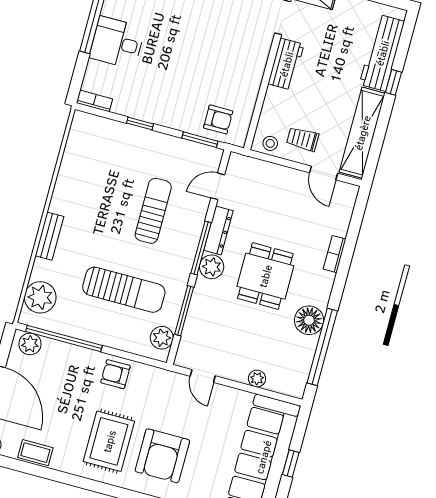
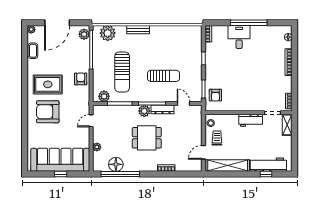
window: (394, 82) -> (266, 174), moved
floor lamp: (309, 320) -> (116, 164), moved

